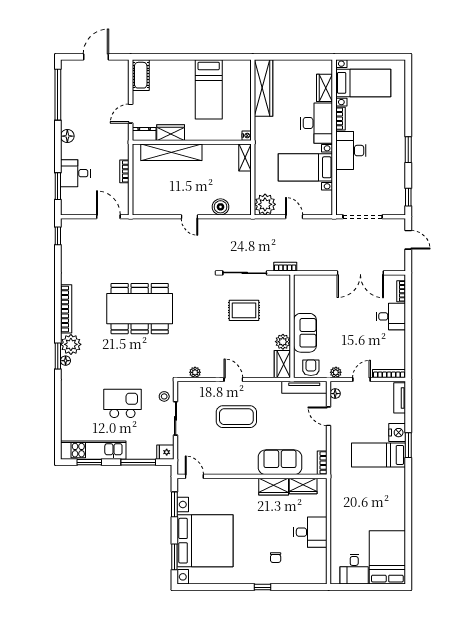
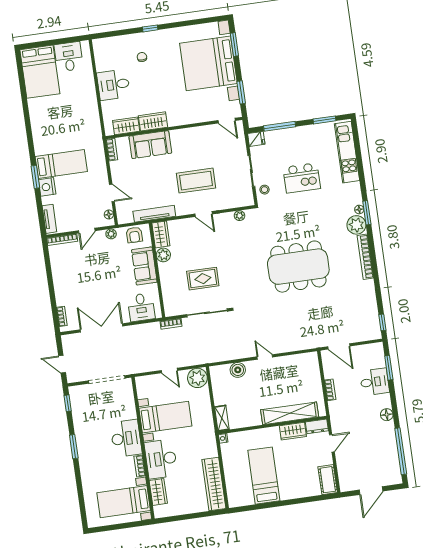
desk: (391, 316) -> (141, 307), moved, turned -90
tv unit: (304, 387) -> (154, 214), moved
kitchen unit: (93, 450) -> (347, 152), moved, turned 90

